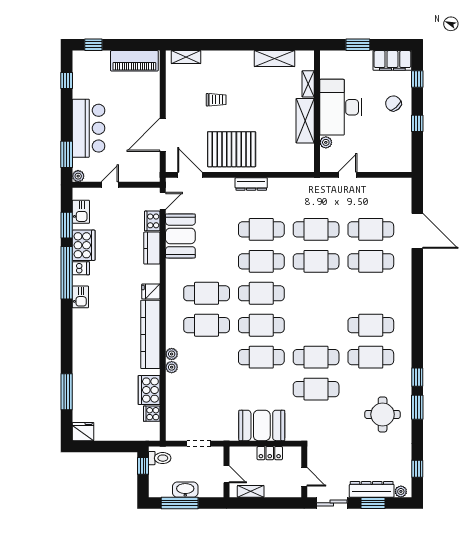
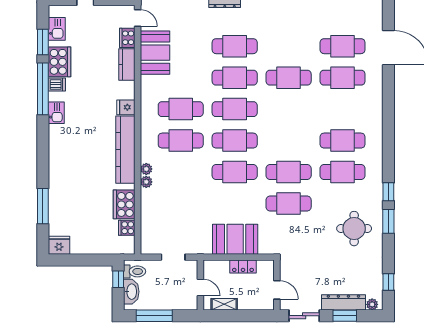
door: (163, 201) -> (138, 18), hinge flipped
cafe table: (316, 229) -> (289, 46), removed
washbasin: (185, 490) -> (131, 292), moved, turned 90

